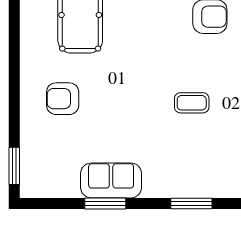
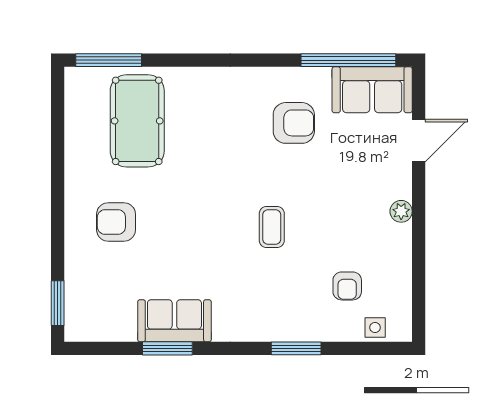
coffee table: (192, 103) -> (272, 227), turned 90
window: (191, 203) -> (296, 348), moved

